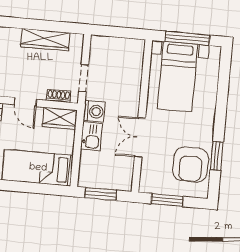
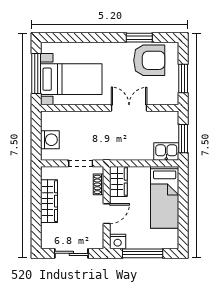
washing machine: (94, 111) -> (50, 140), moved, turned 90
kitchen sink: (92, 136) -> (166, 152), moved
double door: (140, 137) -> (129, 108), swing flipped

